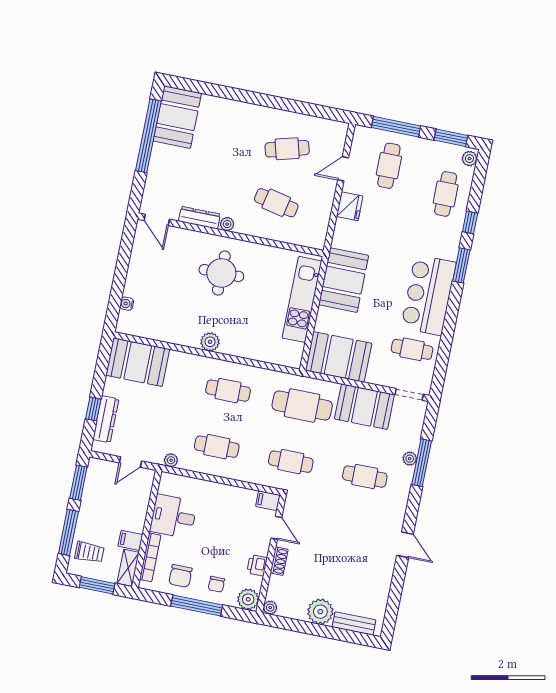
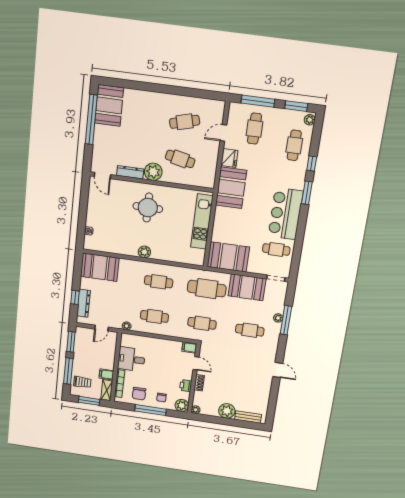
plant: (227, 224) -> (153, 172), width x1.87, depth x1.87
booth: (344, 280) -> (231, 188), moved

